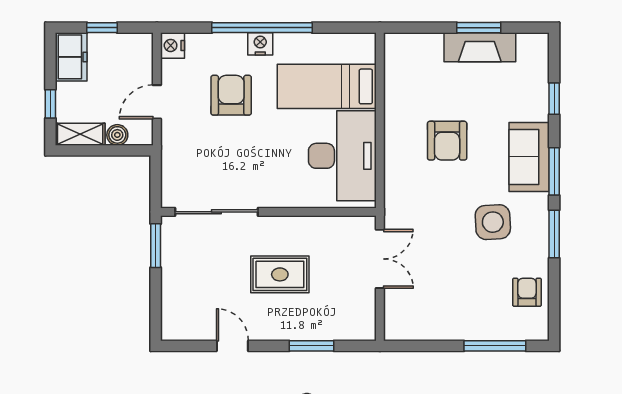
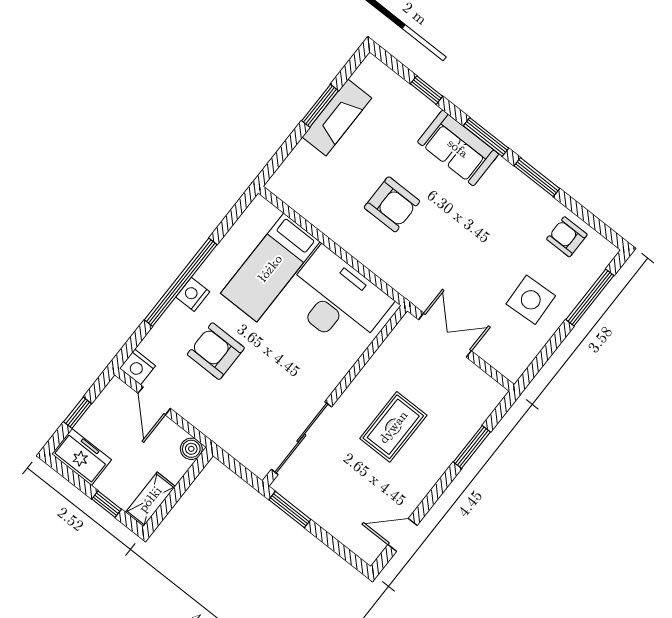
door: (157, 102) -> (154, 401), moved
boiler: (117, 135) -> (191, 449), moved
side table: (493, 222) -> (531, 300), moved
door: (232, 346) -> (402, 535), moved

